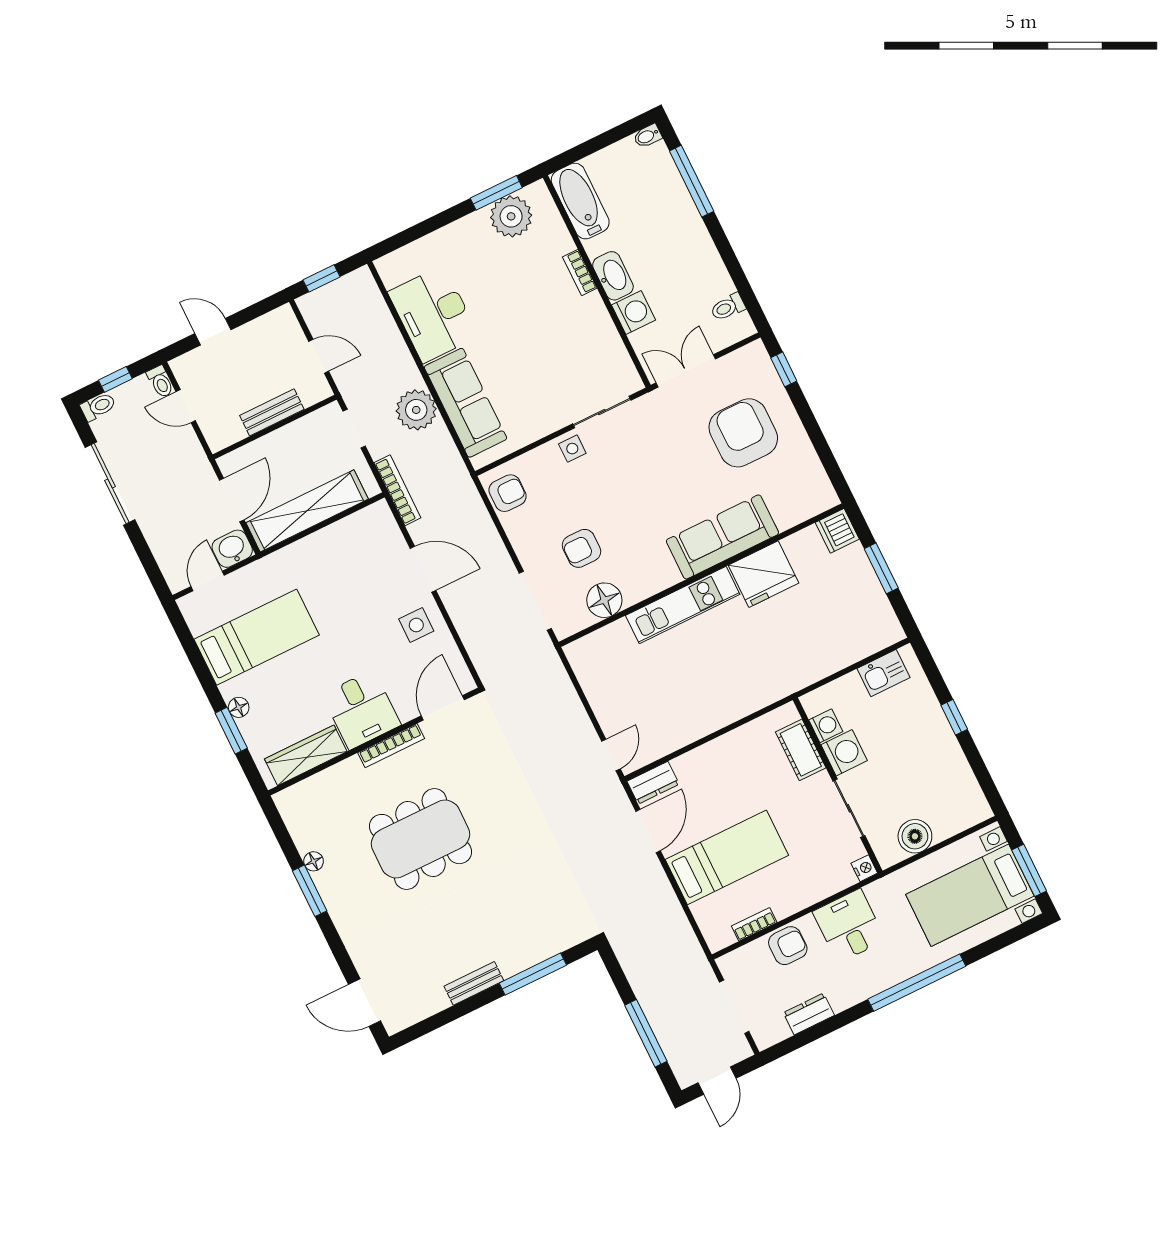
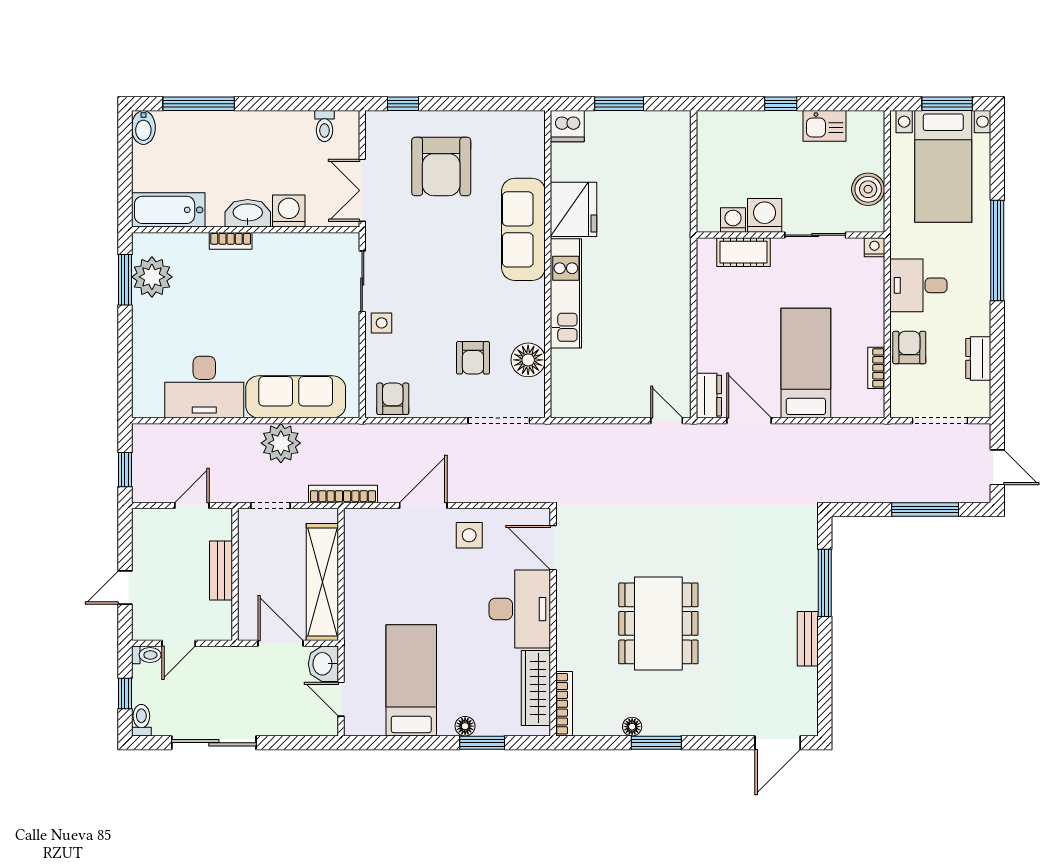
bidet: (648, 136) -> (143, 128), width x1.38, depth x1.36
armchair: (743, 433) -> (441, 166), turned -90
kitchen sink: (884, 673) -> (824, 126), moved, turned 90
desk: (361, 710) -> (520, 609), width x1.37
bookcase: (391, 746) -> (564, 704), moved

